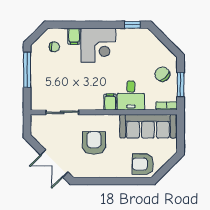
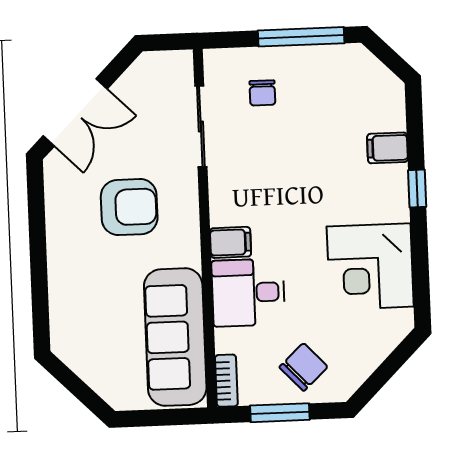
window: (132, 25) -> (417, 188), moved
corner desk: (98, 45) -> (370, 267), moved
chair: (54, 47) -> (262, 93), moved
double door: (54, 163) -> (75, 112), swing flipped
armchair: (143, 164) -> (82, 328), removed

